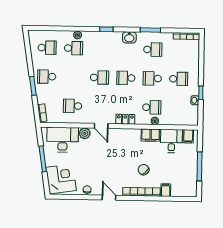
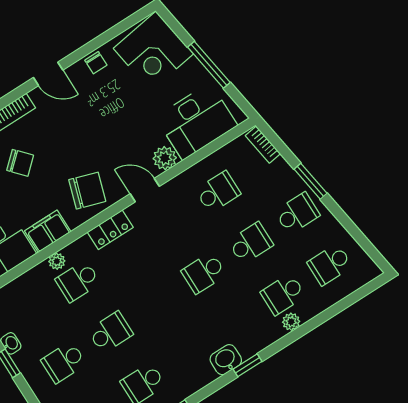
washbasin: (129, 37) -> (226, 360), moved
school desk: (126, 78) -> (250, 243), moved
chair: (124, 141) -> (87, 191), added

